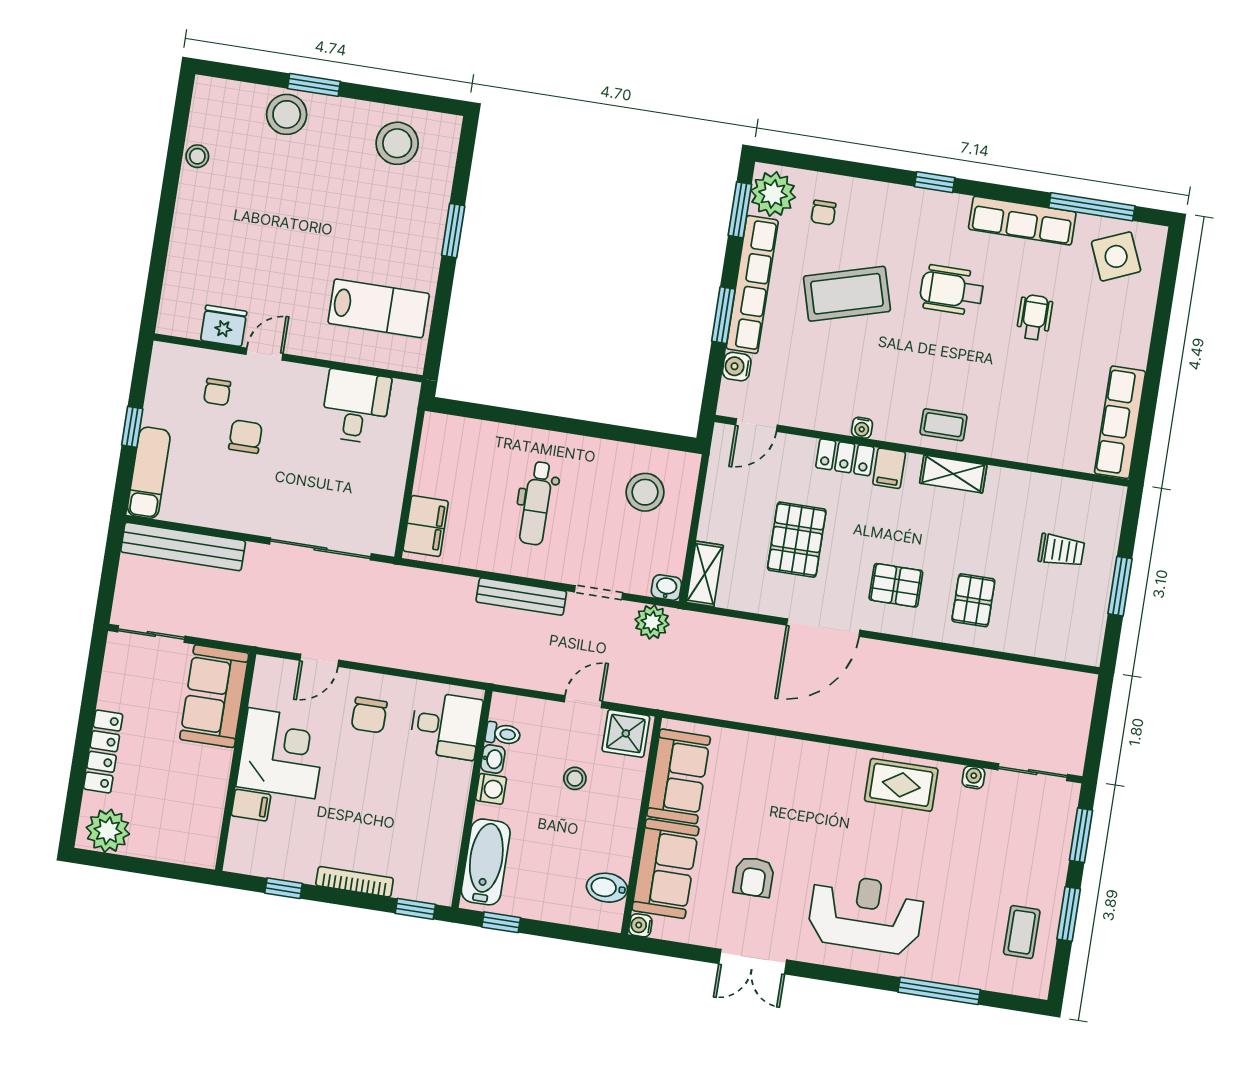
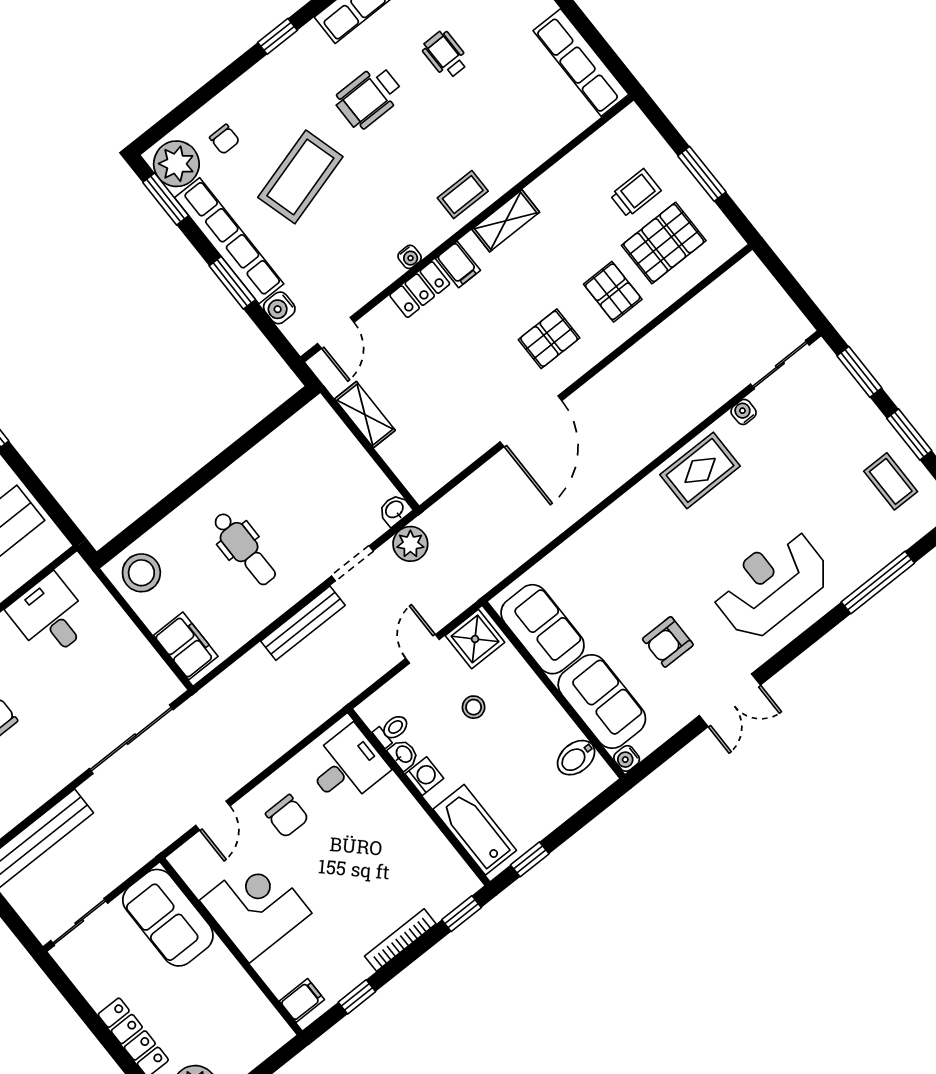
stool: (645, 492) -> (141, 573), moved
pallet: (797, 540) -> (664, 243), moved, turned 90
shelving: (705, 574) -> (365, 415), moved
filing cabinet: (251, 805) -> (302, 1000), moved
armchair: (754, 877) -> (668, 642), turned 90

